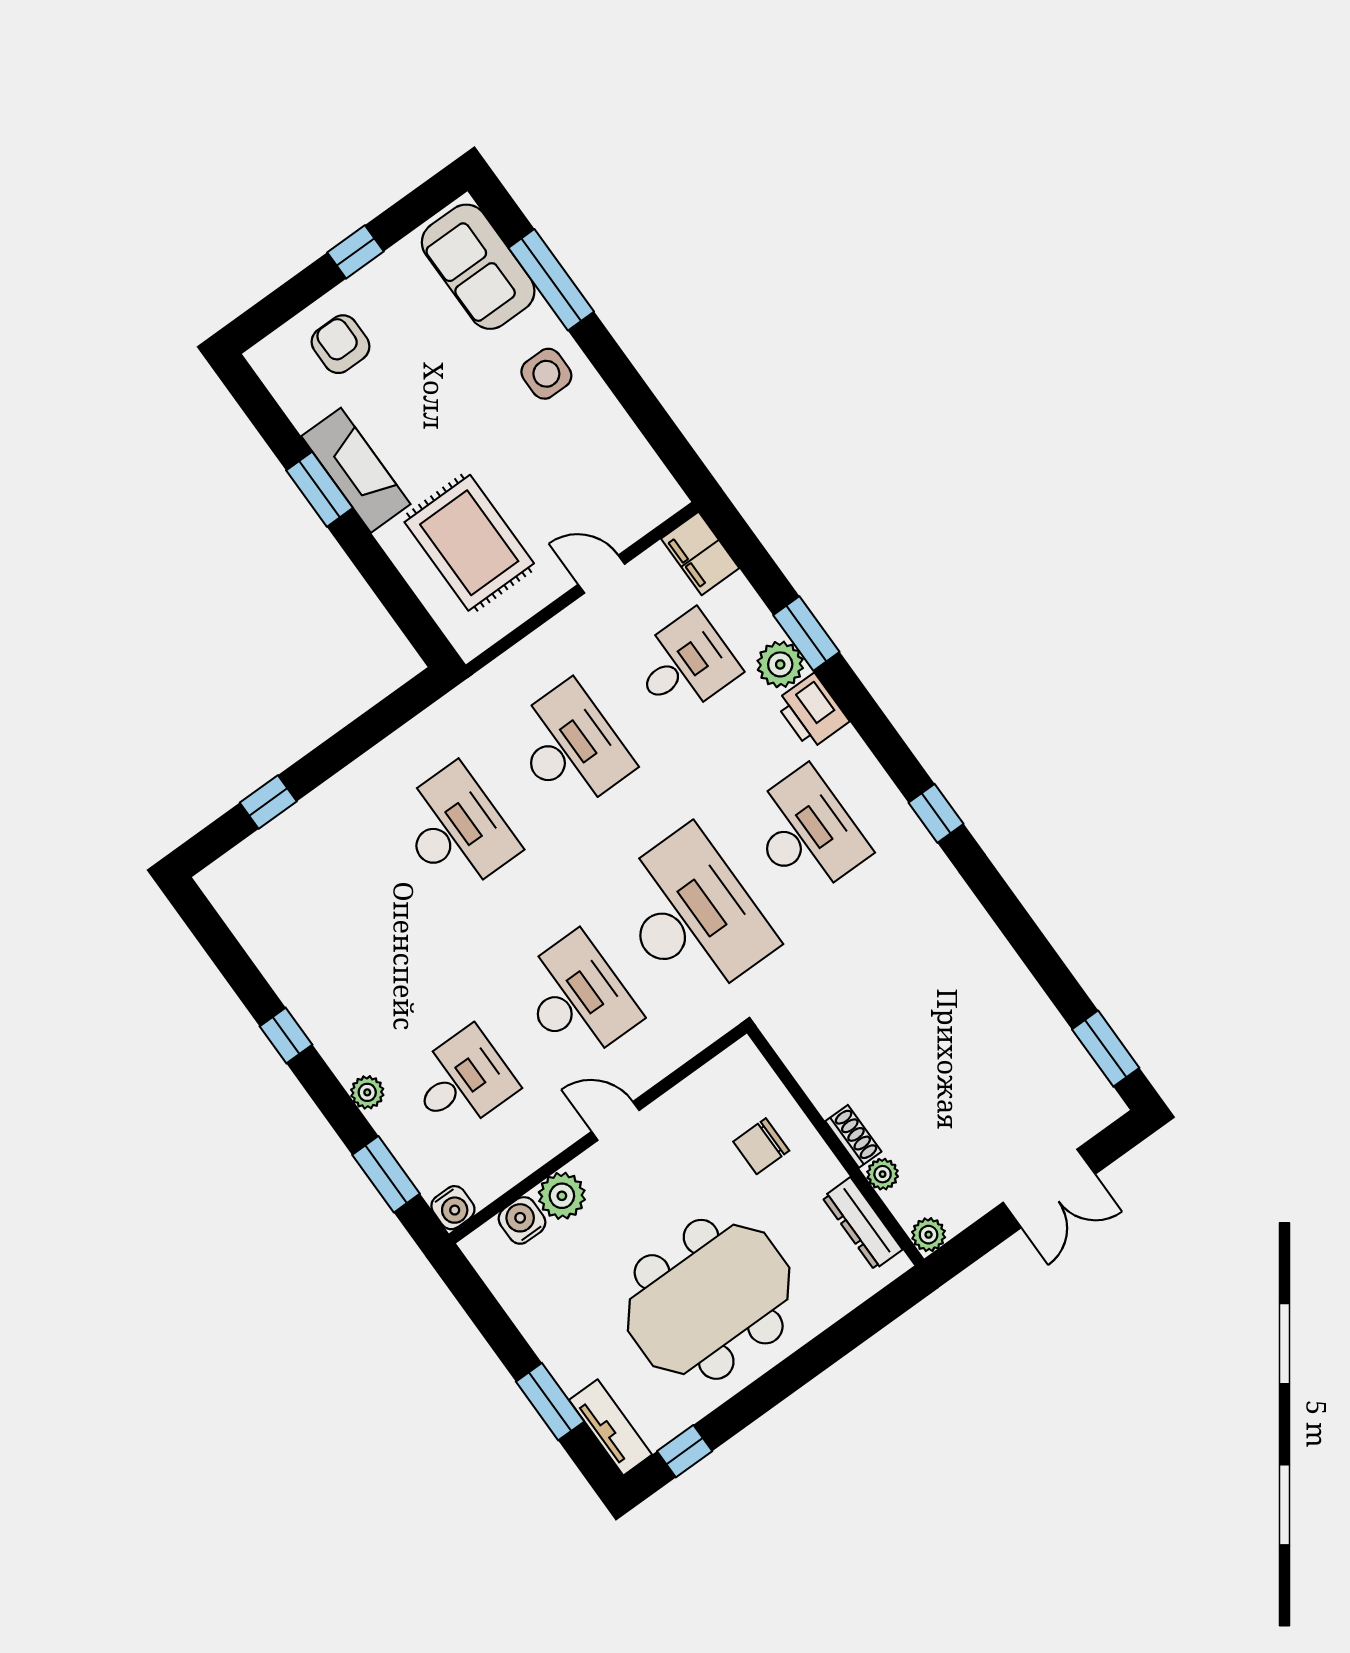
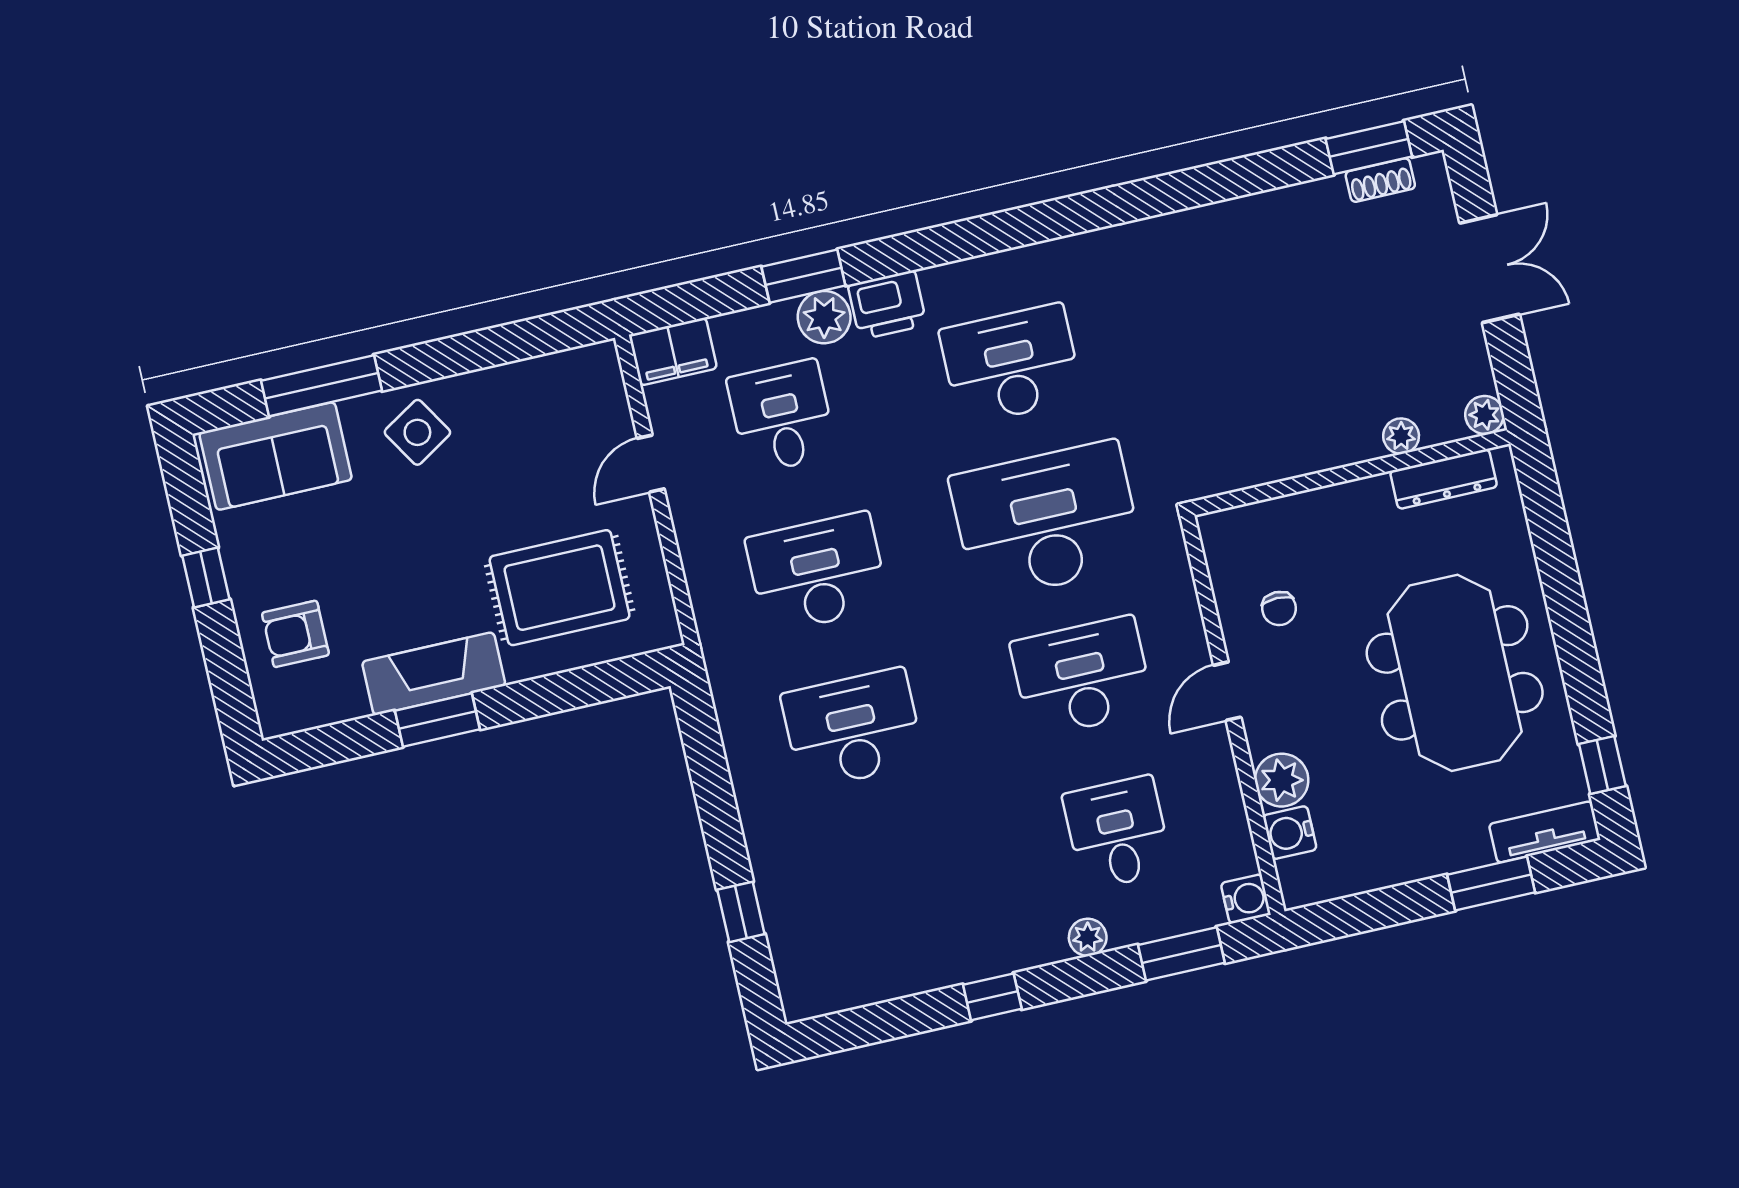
side table: (546, 374) -> (417, 432), turned -32
window: (936, 813) -> (1048, 221), removed
shoe rack: (853, 1136) -> (1380, 180), moved, turned 180
chair: (761, 1146) -> (1279, 609), moved, width x0.73, depth x0.73

